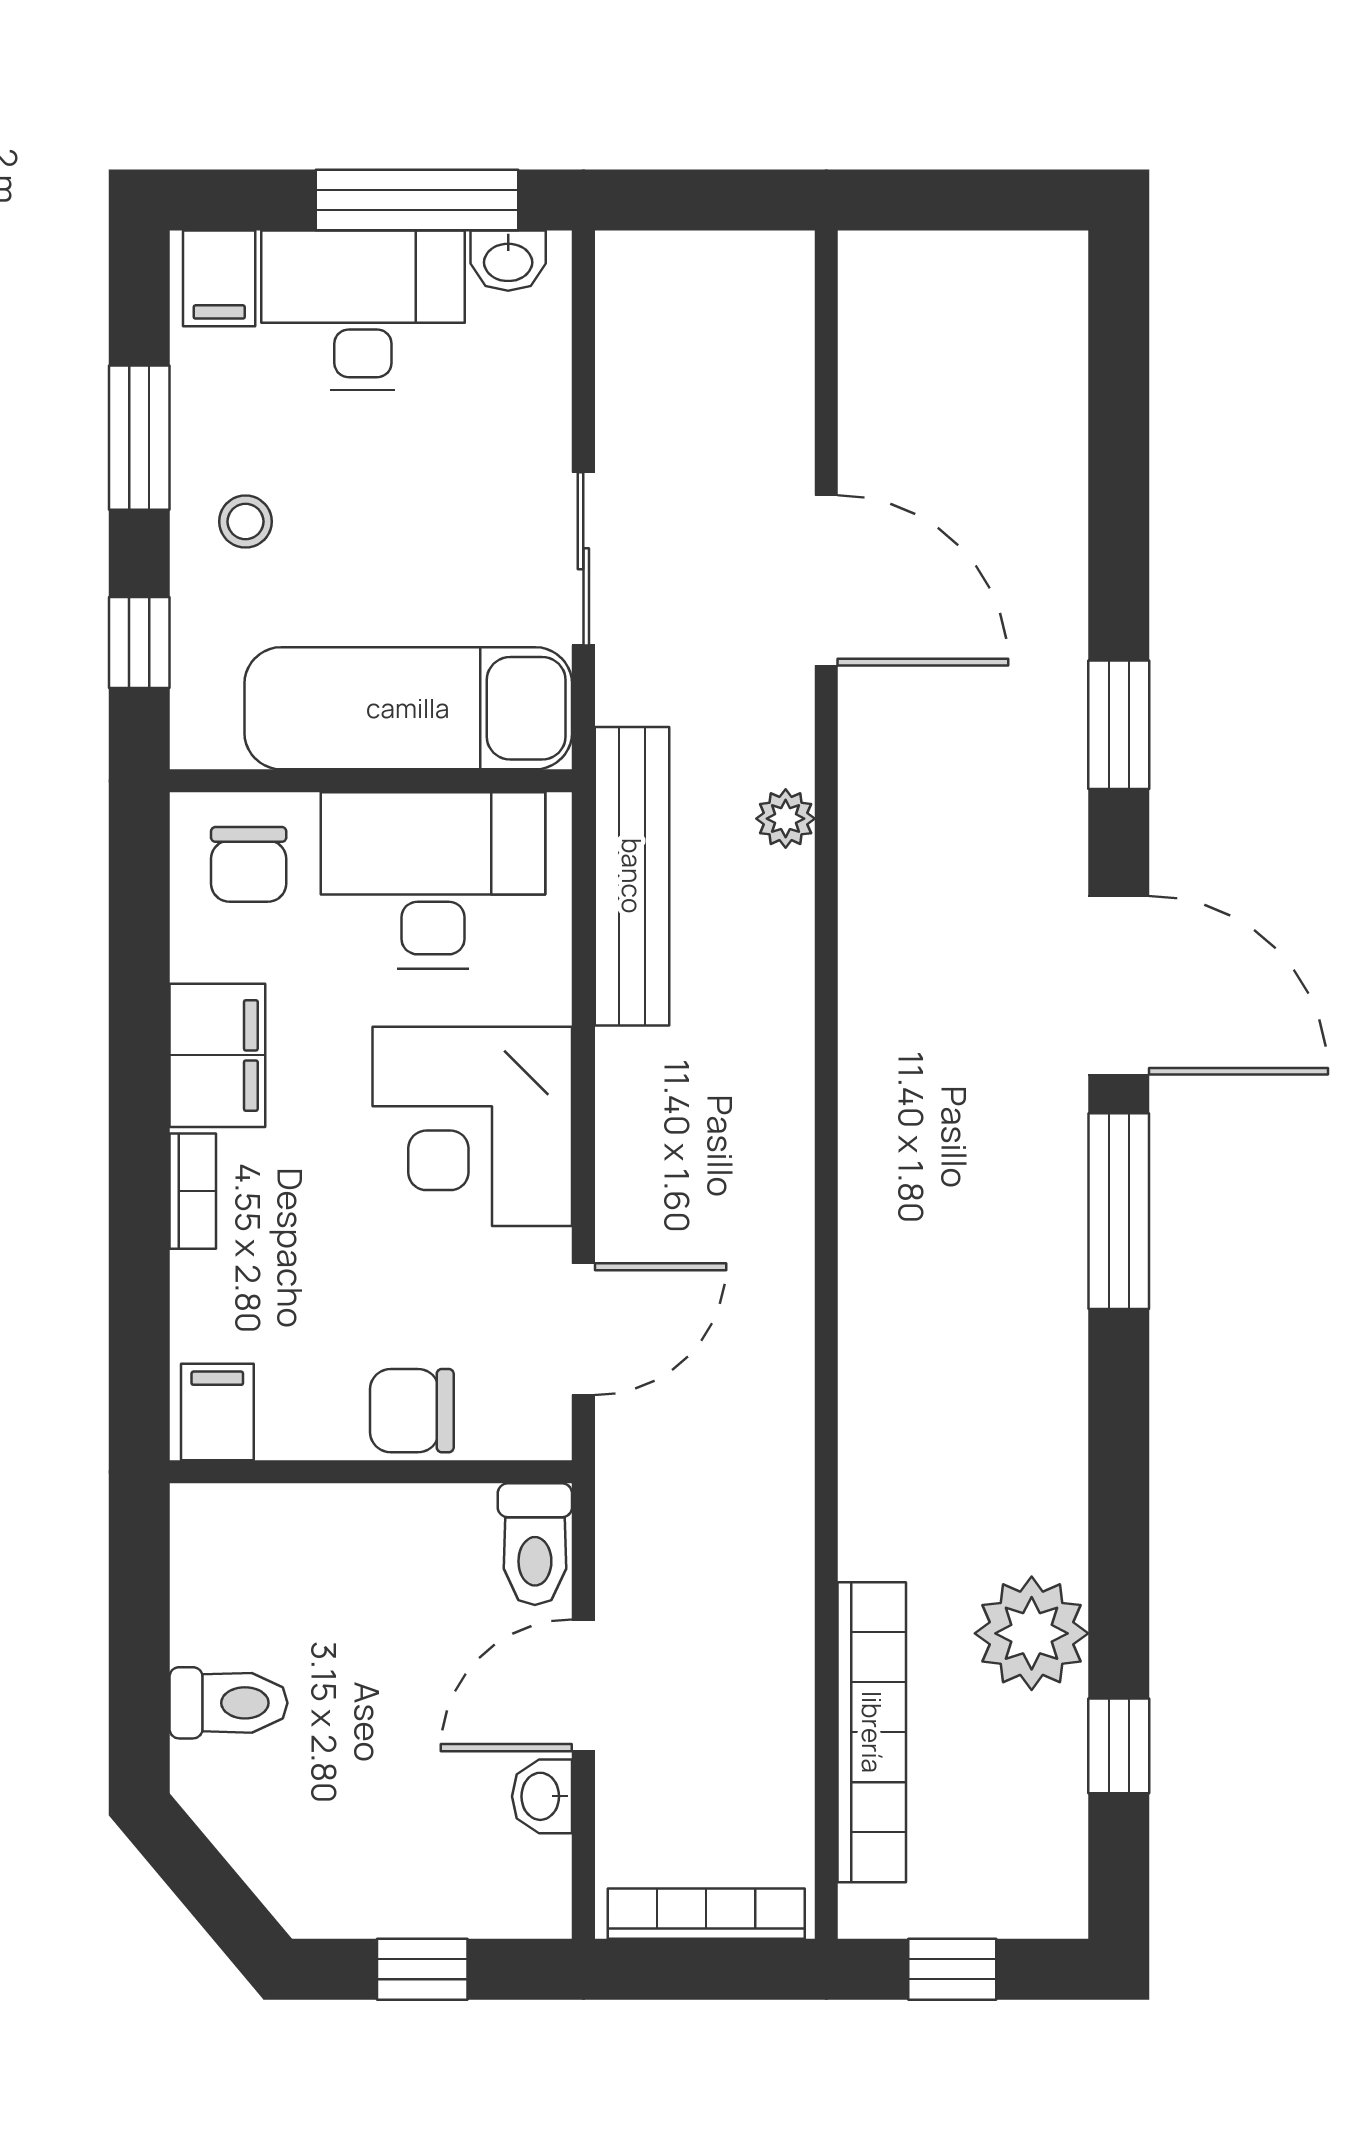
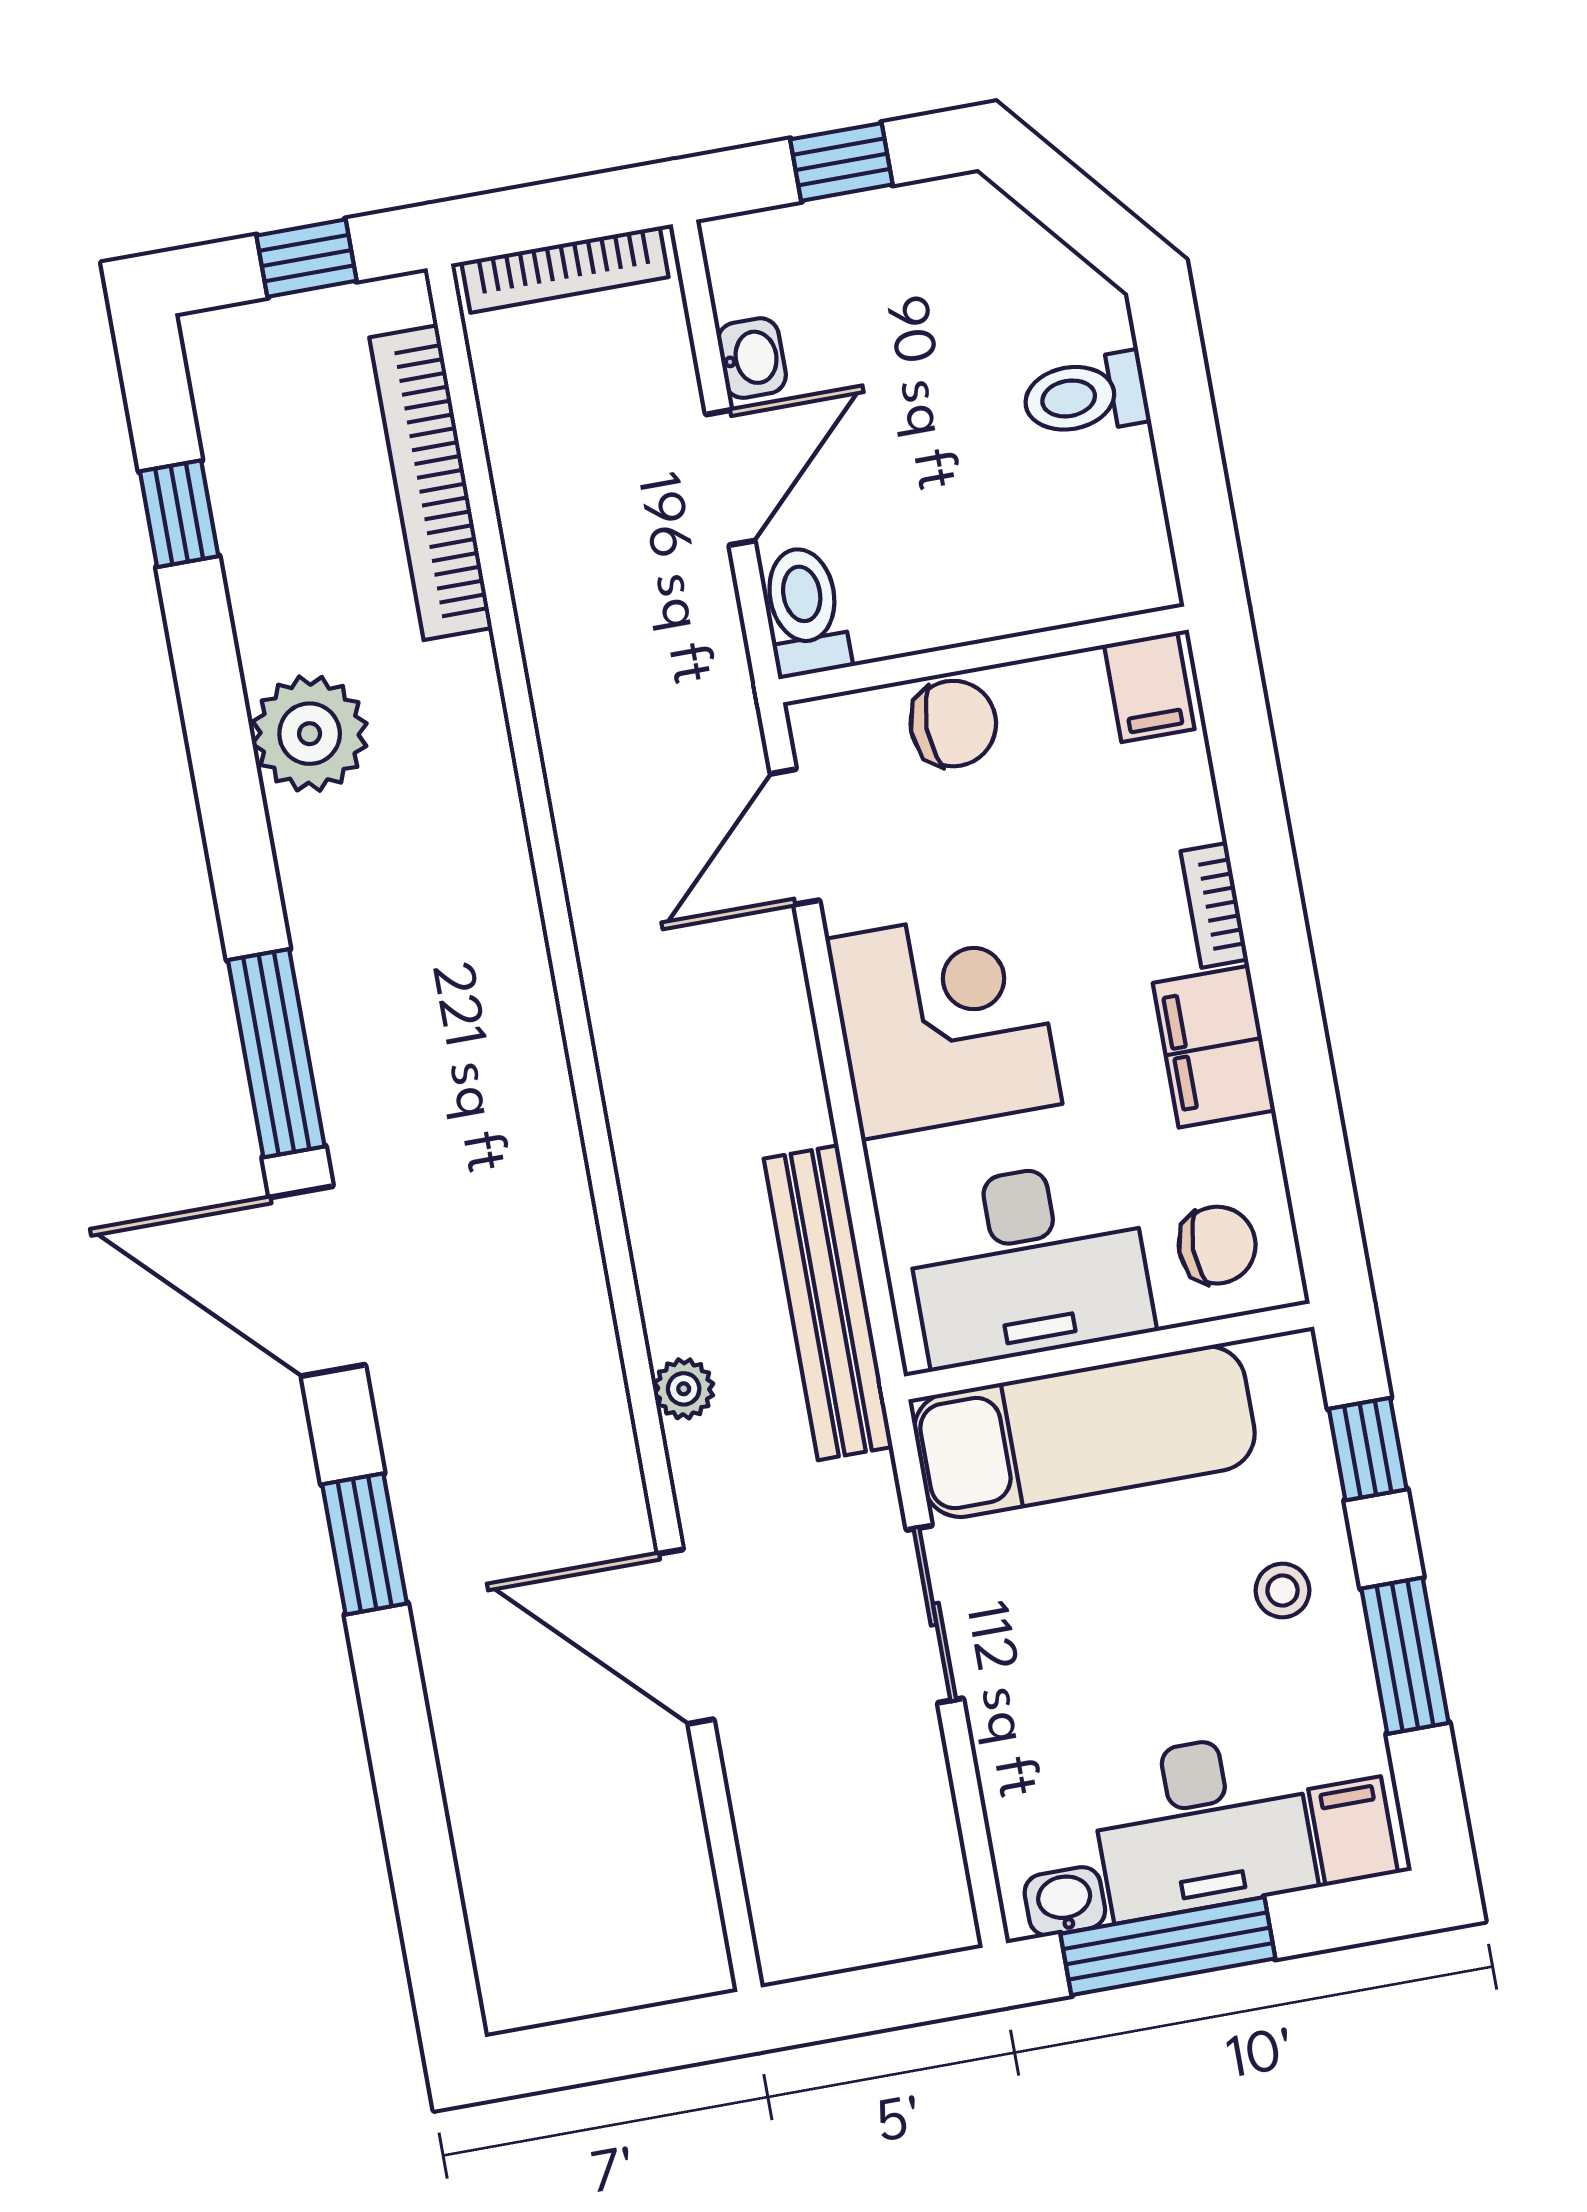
chair: (249, 864) -> (1217, 1245), turned 90
plant: (1032, 1633) -> (310, 734), moved

